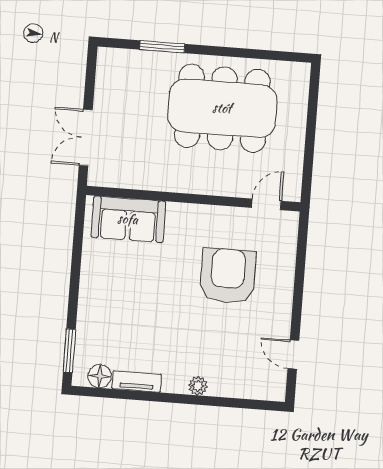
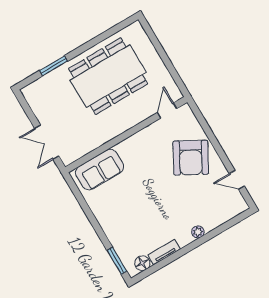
armchair: (228, 276) -> (191, 158), moved, turned -151

